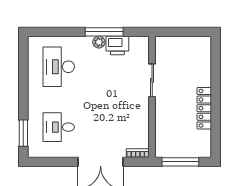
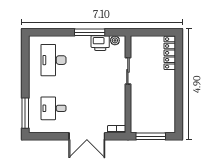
plant: (99, 42) -> (115, 40), moved
locker: (204, 108) -> (170, 53), moved
window: (23, 133) -> (25, 113), width x1.44

